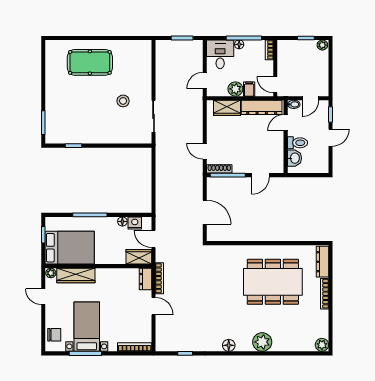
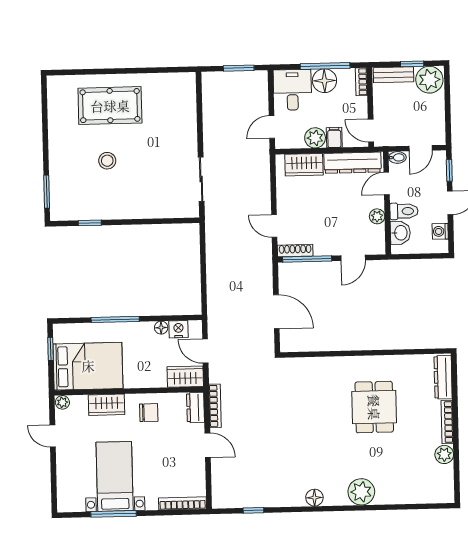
floor lamp: (239, 44) -> (324, 81), width x1.89, depth x1.89
bench: (292, 45) -> (394, 75), added
plant: (322, 45) -> (429, 80), width x1.88, depth x1.88
stool: (123, 101) -> (107, 161), moved
plant: (278, 146) -> (377, 216), added
washing machine: (323, 158) -> (440, 231), added
wardrobe: (76, 275) -> (107, 405), width x0.67
dining table: (273, 282) -> (374, 407), width x0.53, depth x0.80
chair: (54, 335) -> (149, 413), moved
plant: (322, 345) -> (444, 454), moved

